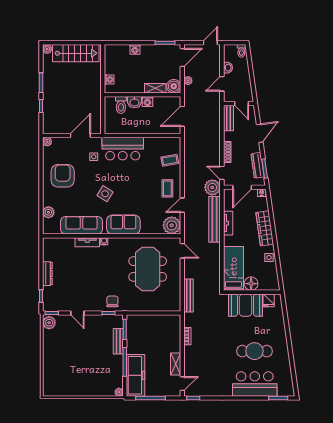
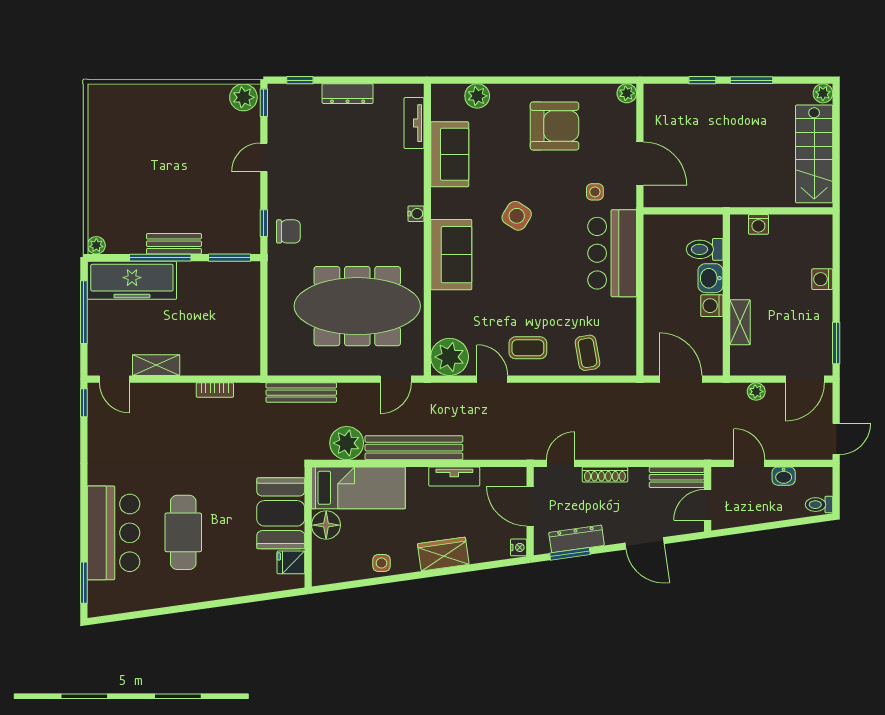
door: (210, 43) -> (836, 439), hinge flipped
door: (182, 58) -> (805, 379), hinge flipped
boiler: (174, 86) -> (744, 361), removed
plant: (212, 187) -> (347, 443), moved
bench: (214, 219) -> (414, 448), moved
sofa: (82, 225) -> (450, 154), width x0.73
wardrobe: (265, 228) -> (443, 554), width x0.67
tv unit: (87, 242) -> (414, 123), moved
meeting table: (148, 269) -> (357, 306), width x1.36
bench: (118, 341) -> (174, 244), moved

